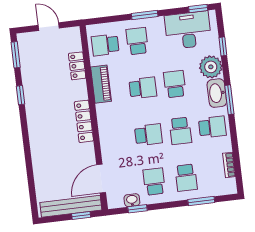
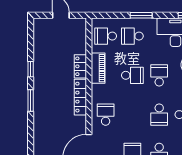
school desk: (137, 41) -> (132, 36), turned -90
window: (16, 55) -> (31, 101), moved
locker: (77, 66) -> (80, 66), moved
school desk: (148, 135) -> (106, 115), moved, turned -90

